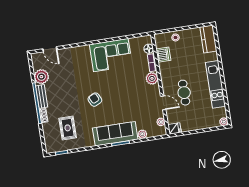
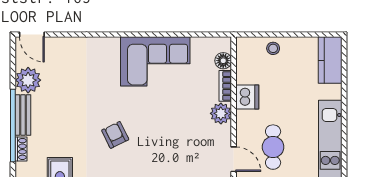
door: (50, 49) -> (32, 35), moved
dishwasher: (163, 55) -> (247, 97), moved

